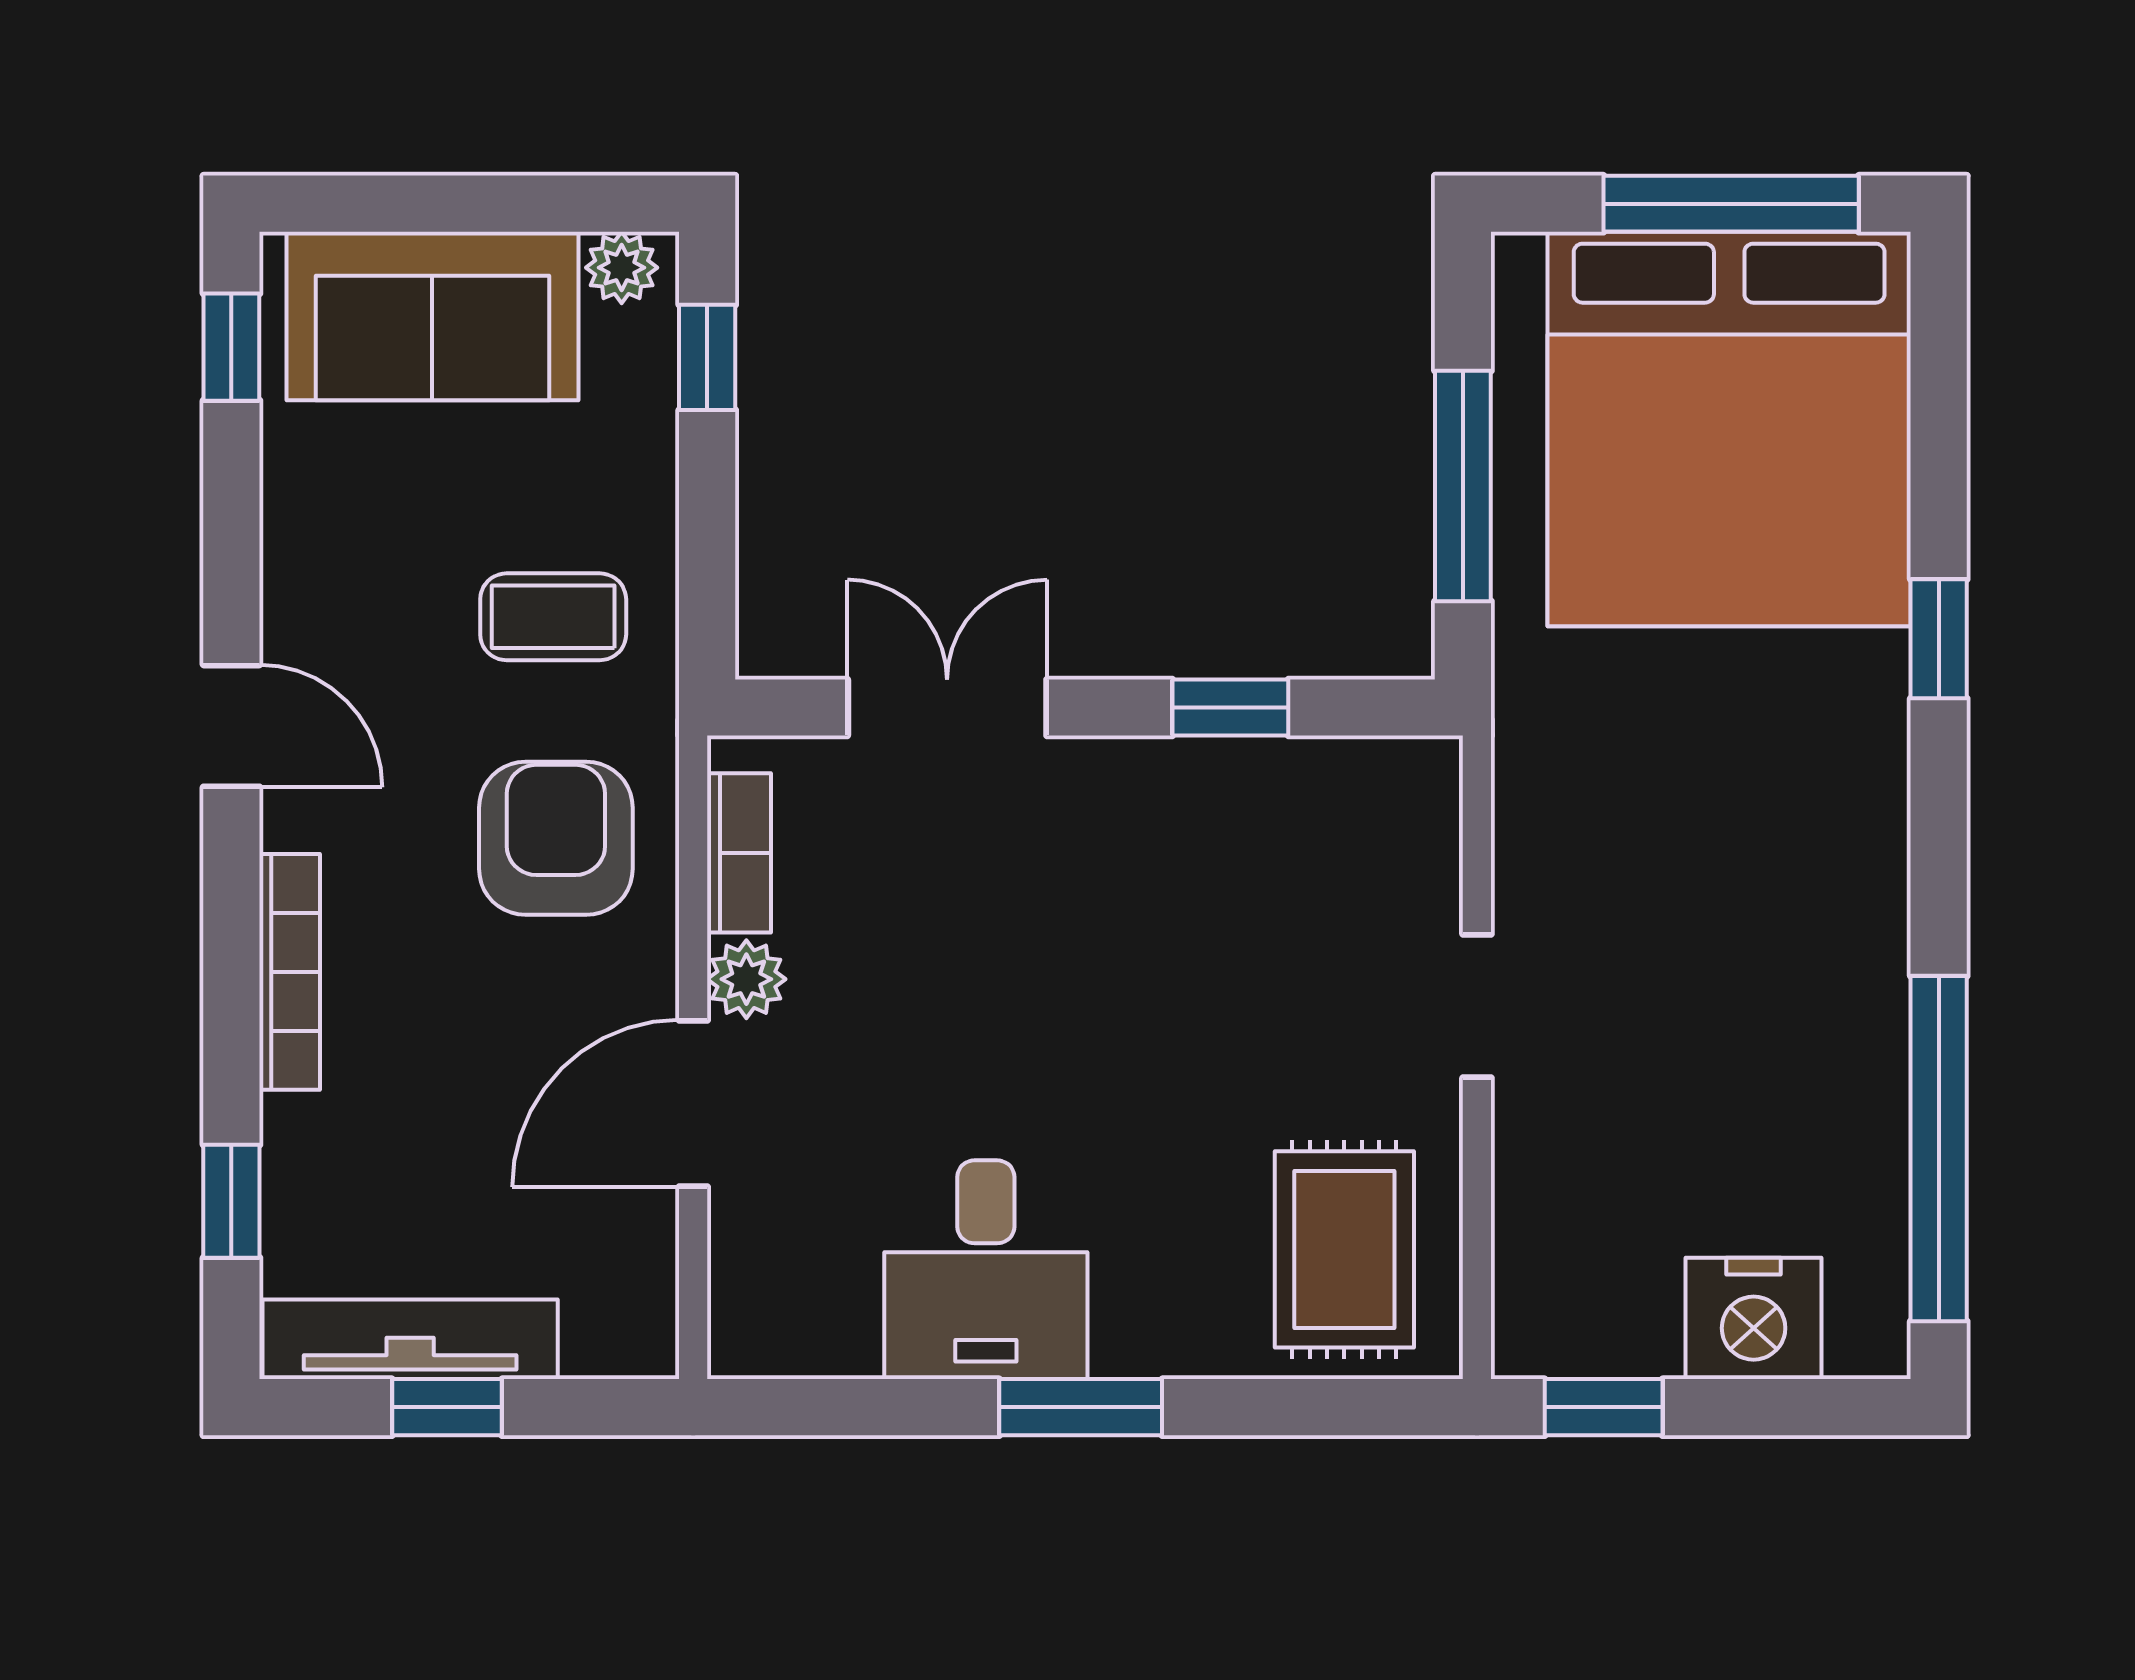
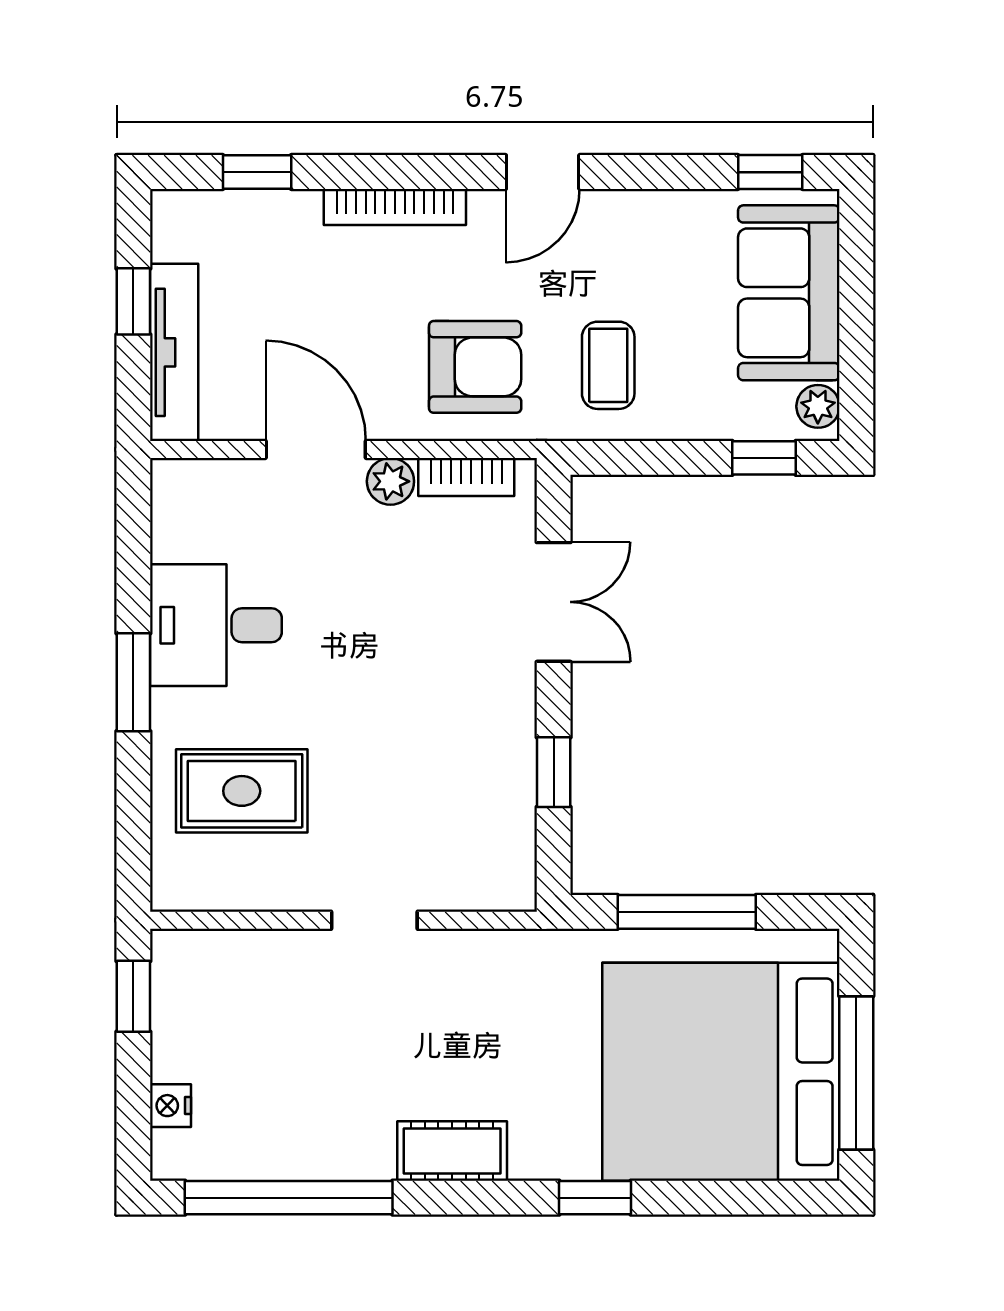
cot: (1861, 877) -> (452, 1151), added
rug: (1344, 1249) -> (242, 791), moved
nightstand: (1754, 1318) -> (171, 1106), width x0.53, depth x0.56
tv unit: (410, 1339) -> (174, 352), moved

